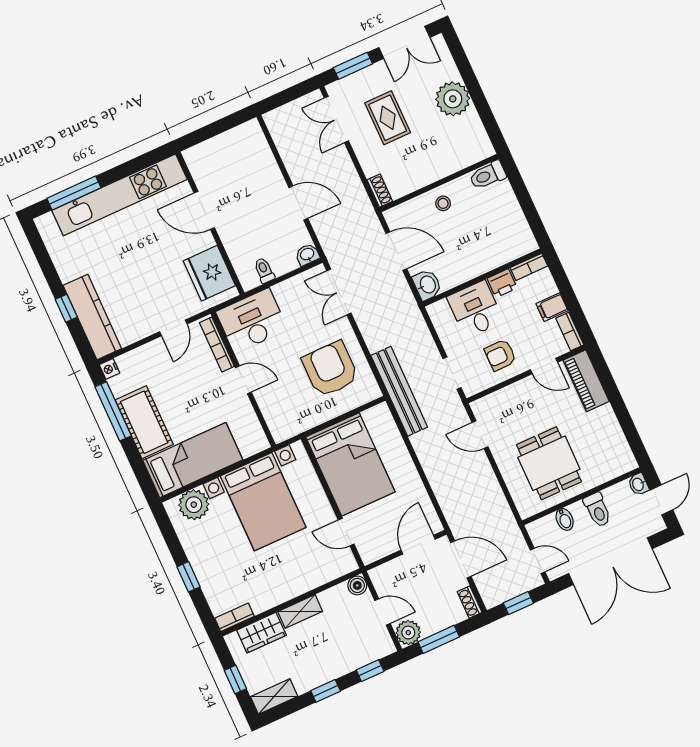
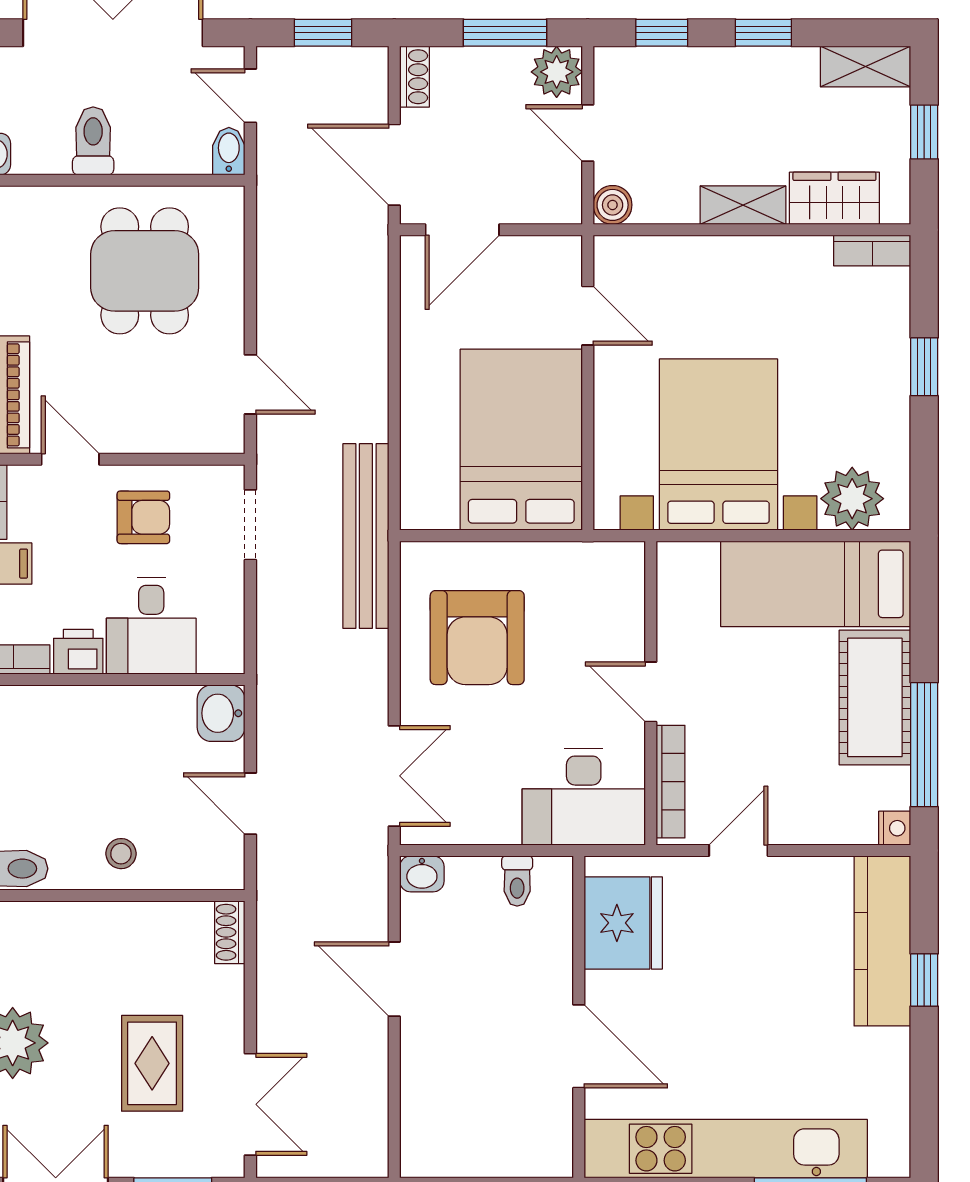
door: (396, 251) -> (250, 804), width x0.73
bidet: (565, 519) -> (229, 151), moved

